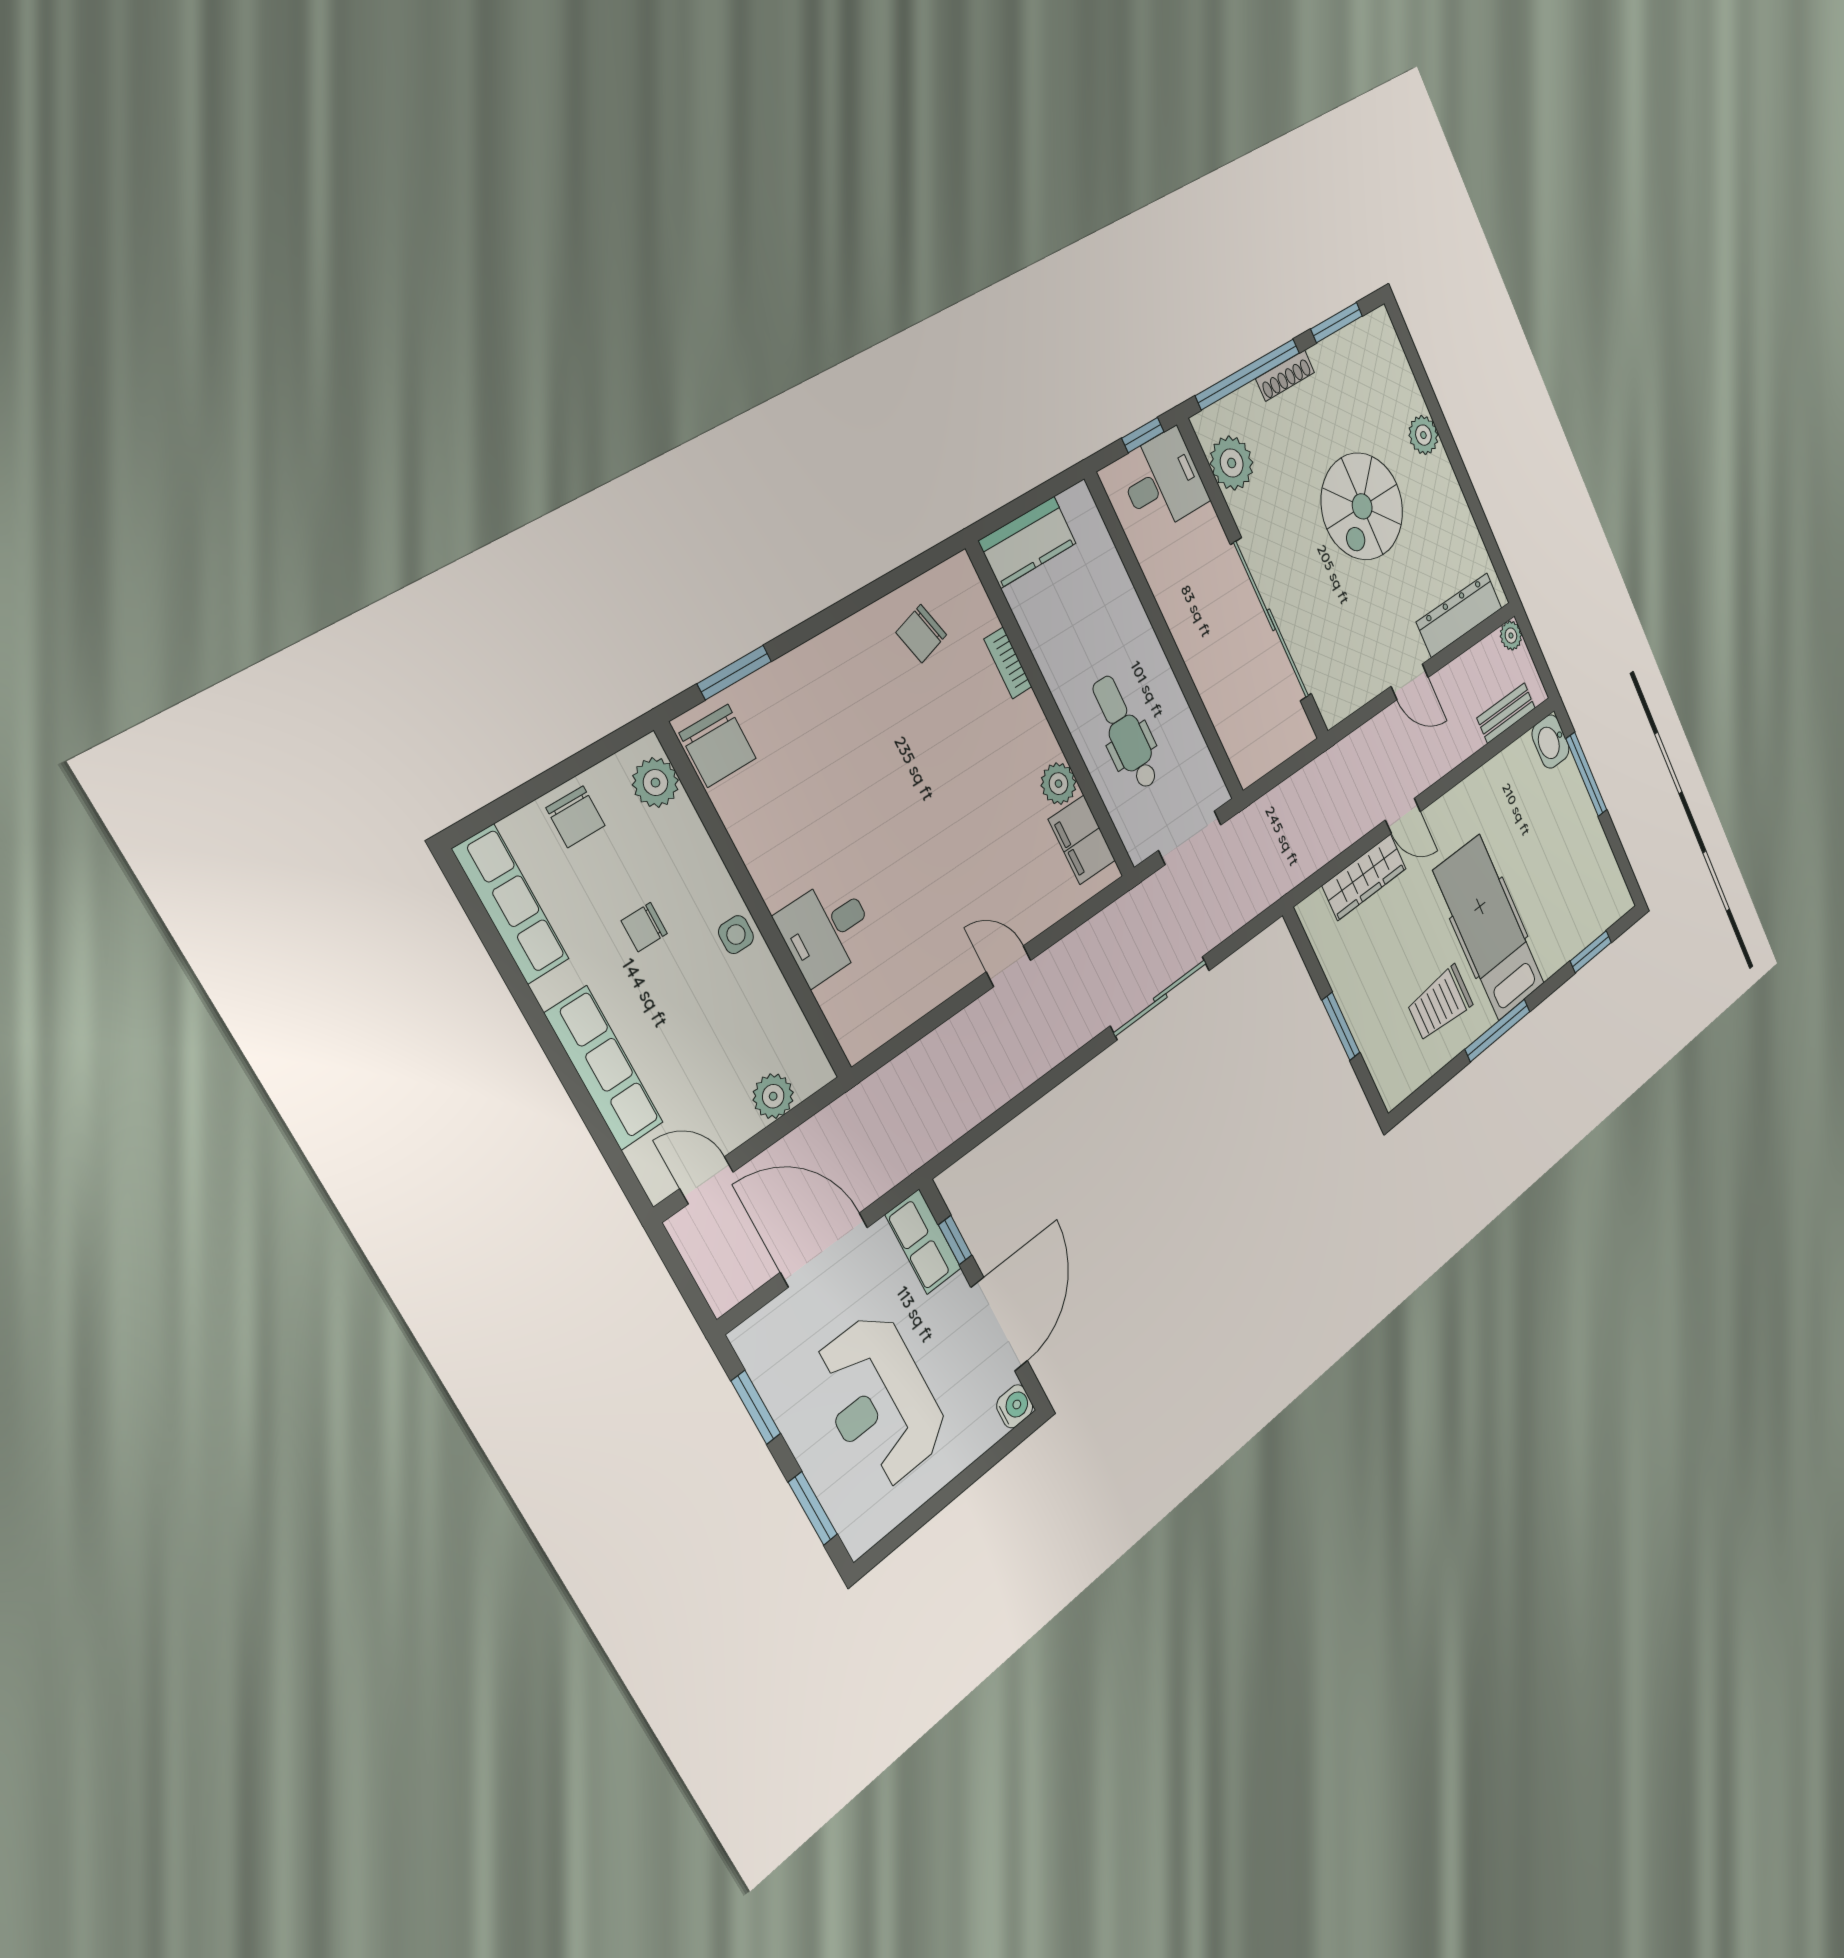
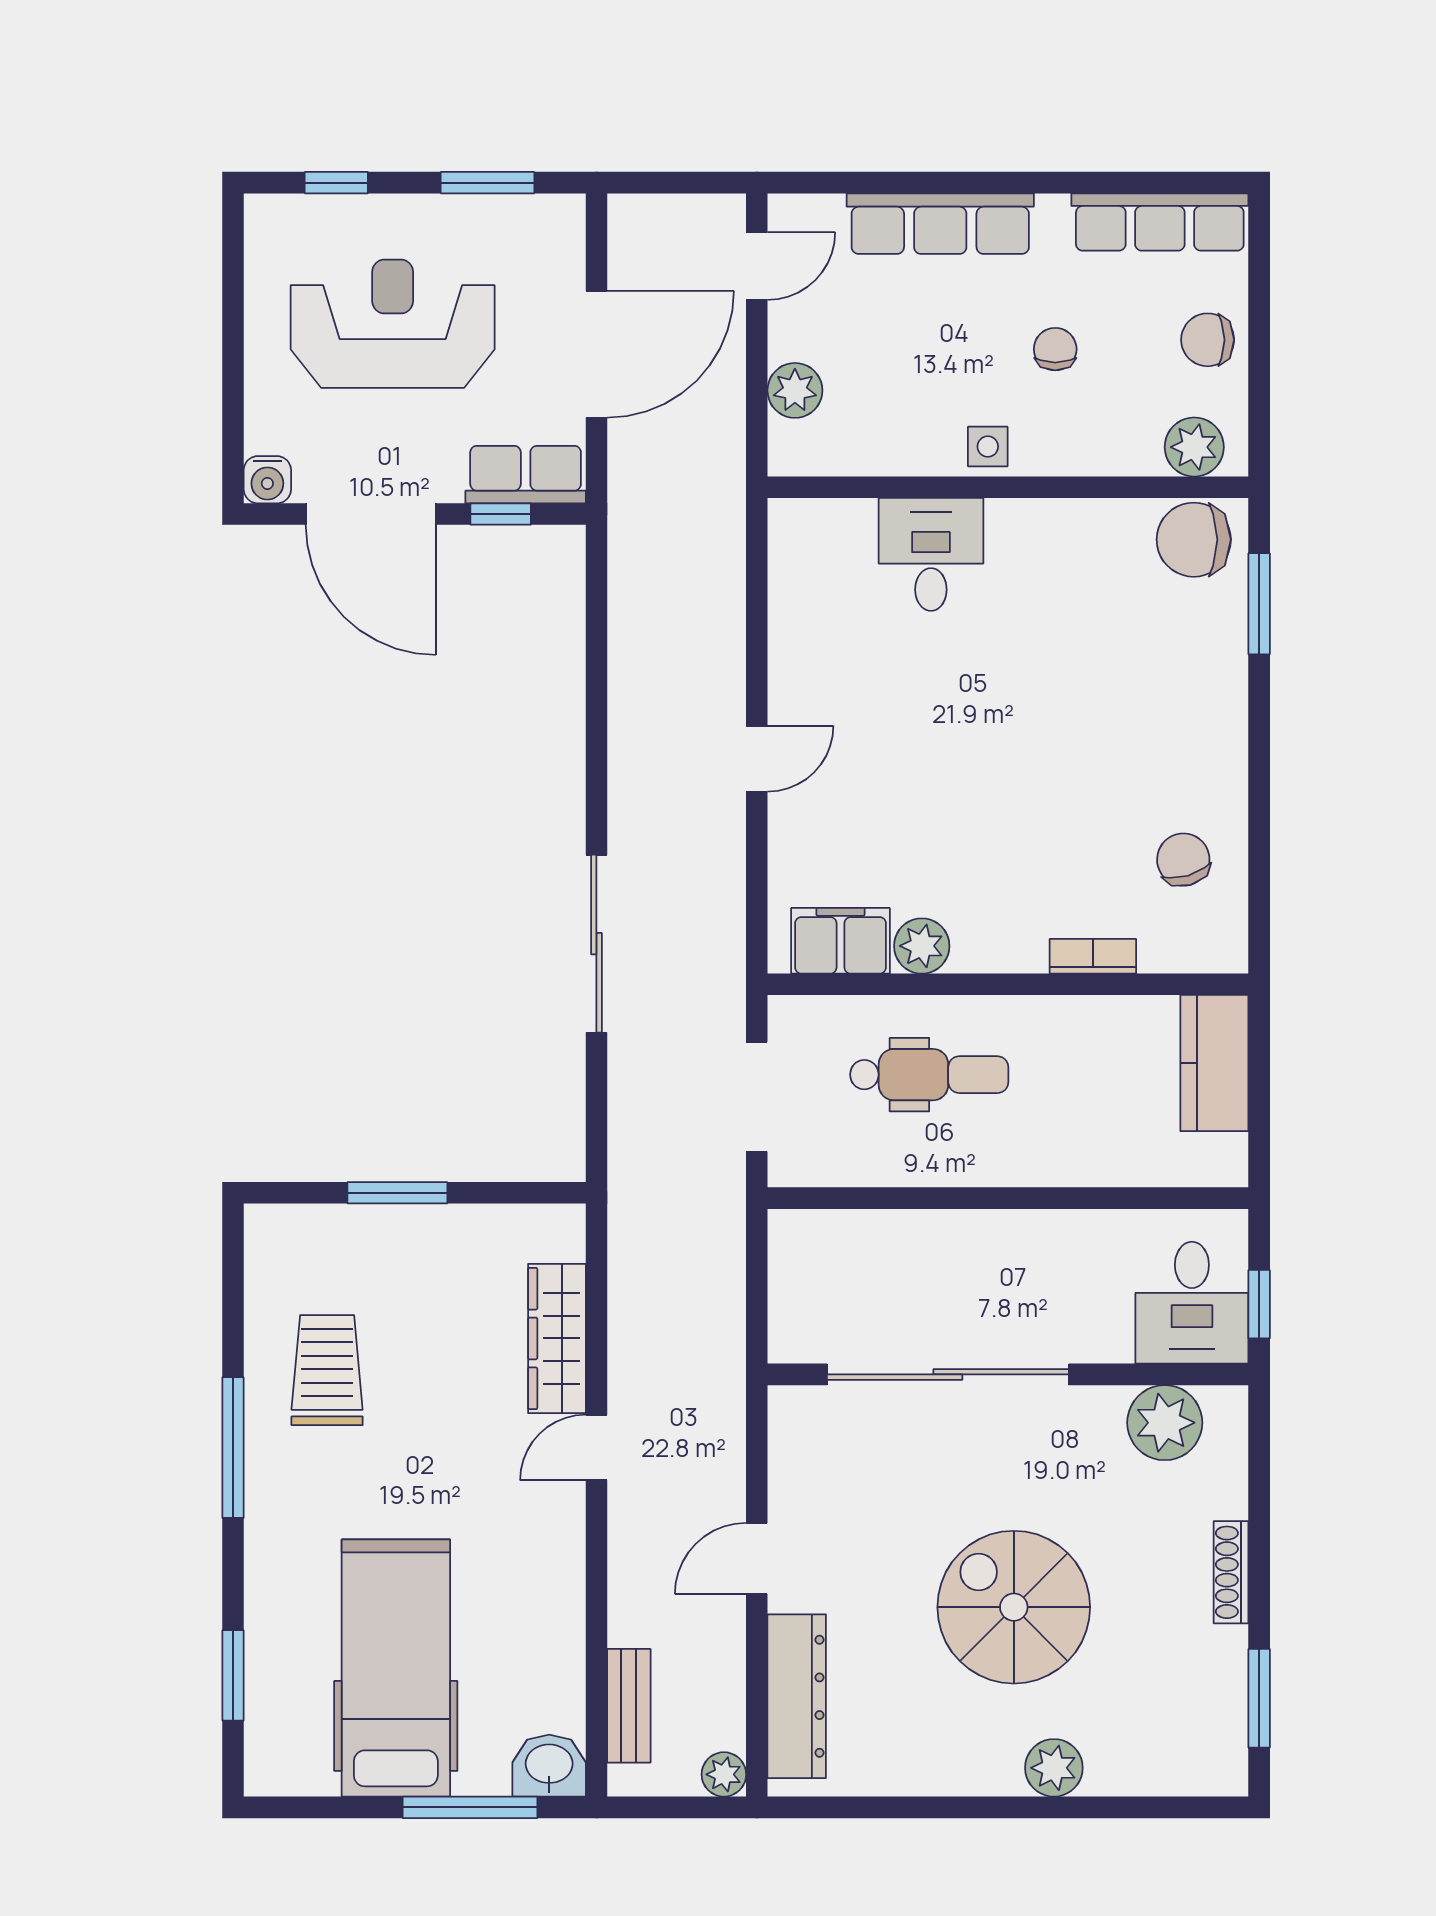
window: (1248, 374) -> (1259, 1512), removed
hospital bed: (1489, 928) -> (396, 1668), moved, turned -90
window: (813, 1508) -> (336, 183), width x0.67

